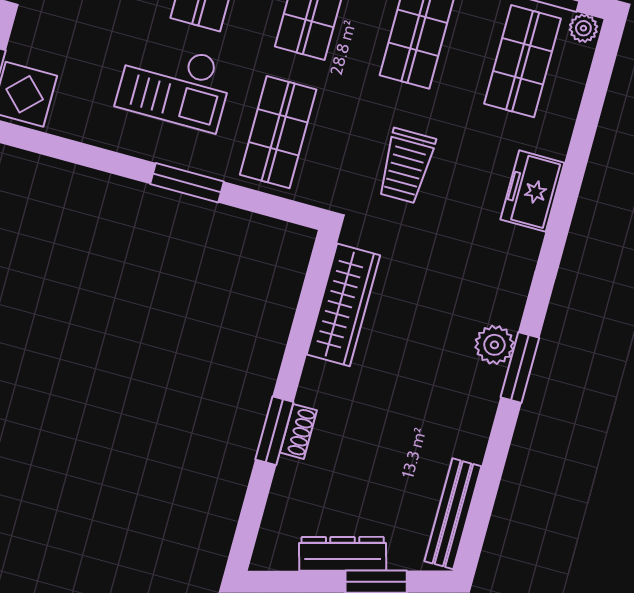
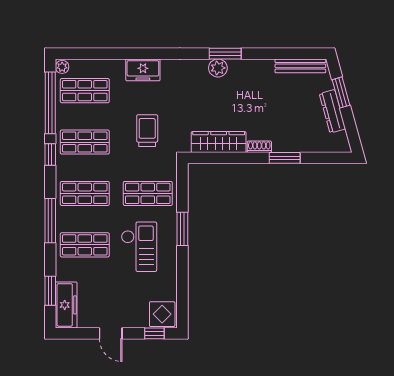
trolley: (406, 166) -> (147, 131), turned -90
shoe rack: (298, 431) -> (259, 147), moved

